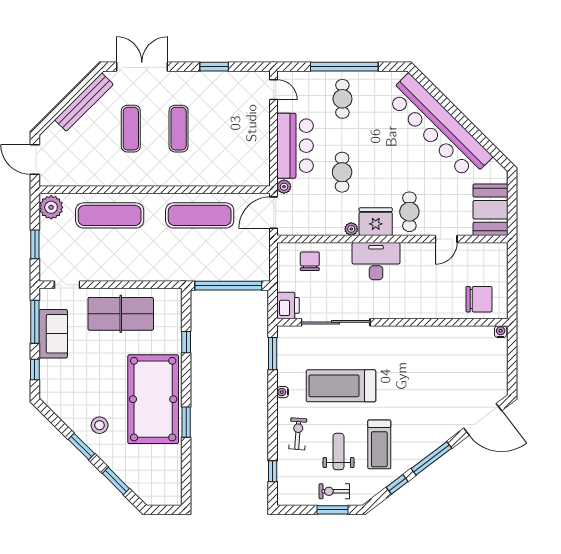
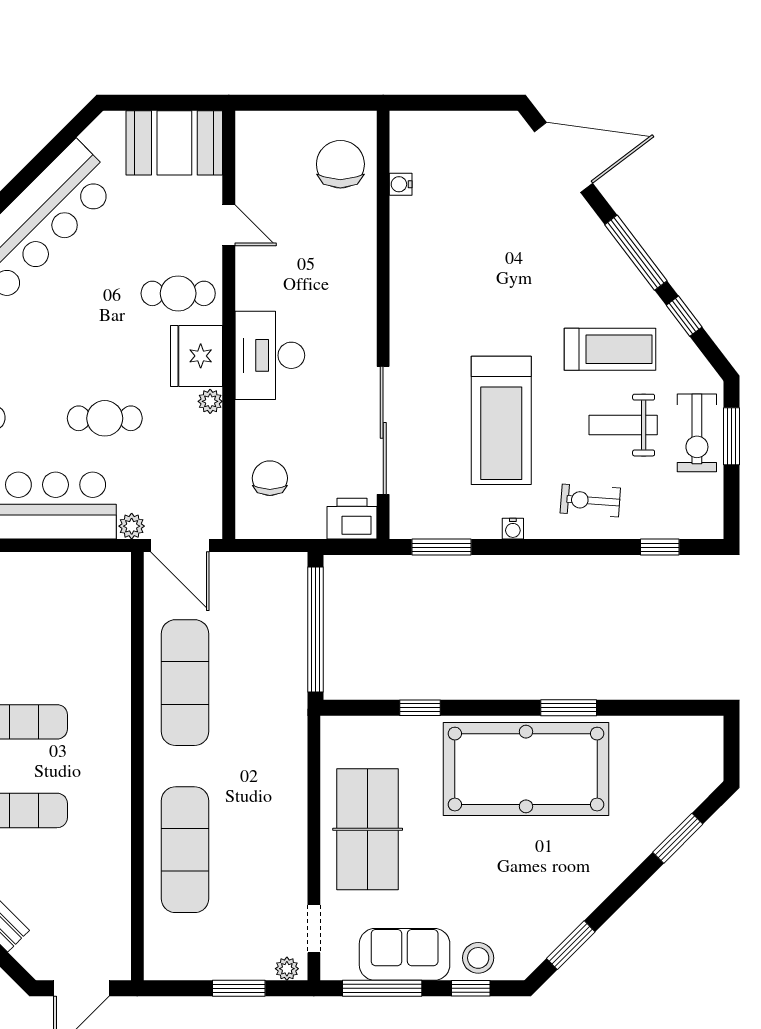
plant: (51, 207) -> (287, 969), moved, width x0.53, depth x0.53
chair: (310, 261) -> (270, 478), turned 90
water cooler: (501, 332) -> (401, 184), moved
door: (483, 419) -> (563, 157), hinge flipped
stool: (100, 425) -> (478, 958), moved
window: (81, 446) -> (571, 945), moved
exercise bike: (334, 491) -> (697, 433), width x1.38, depth x1.39

